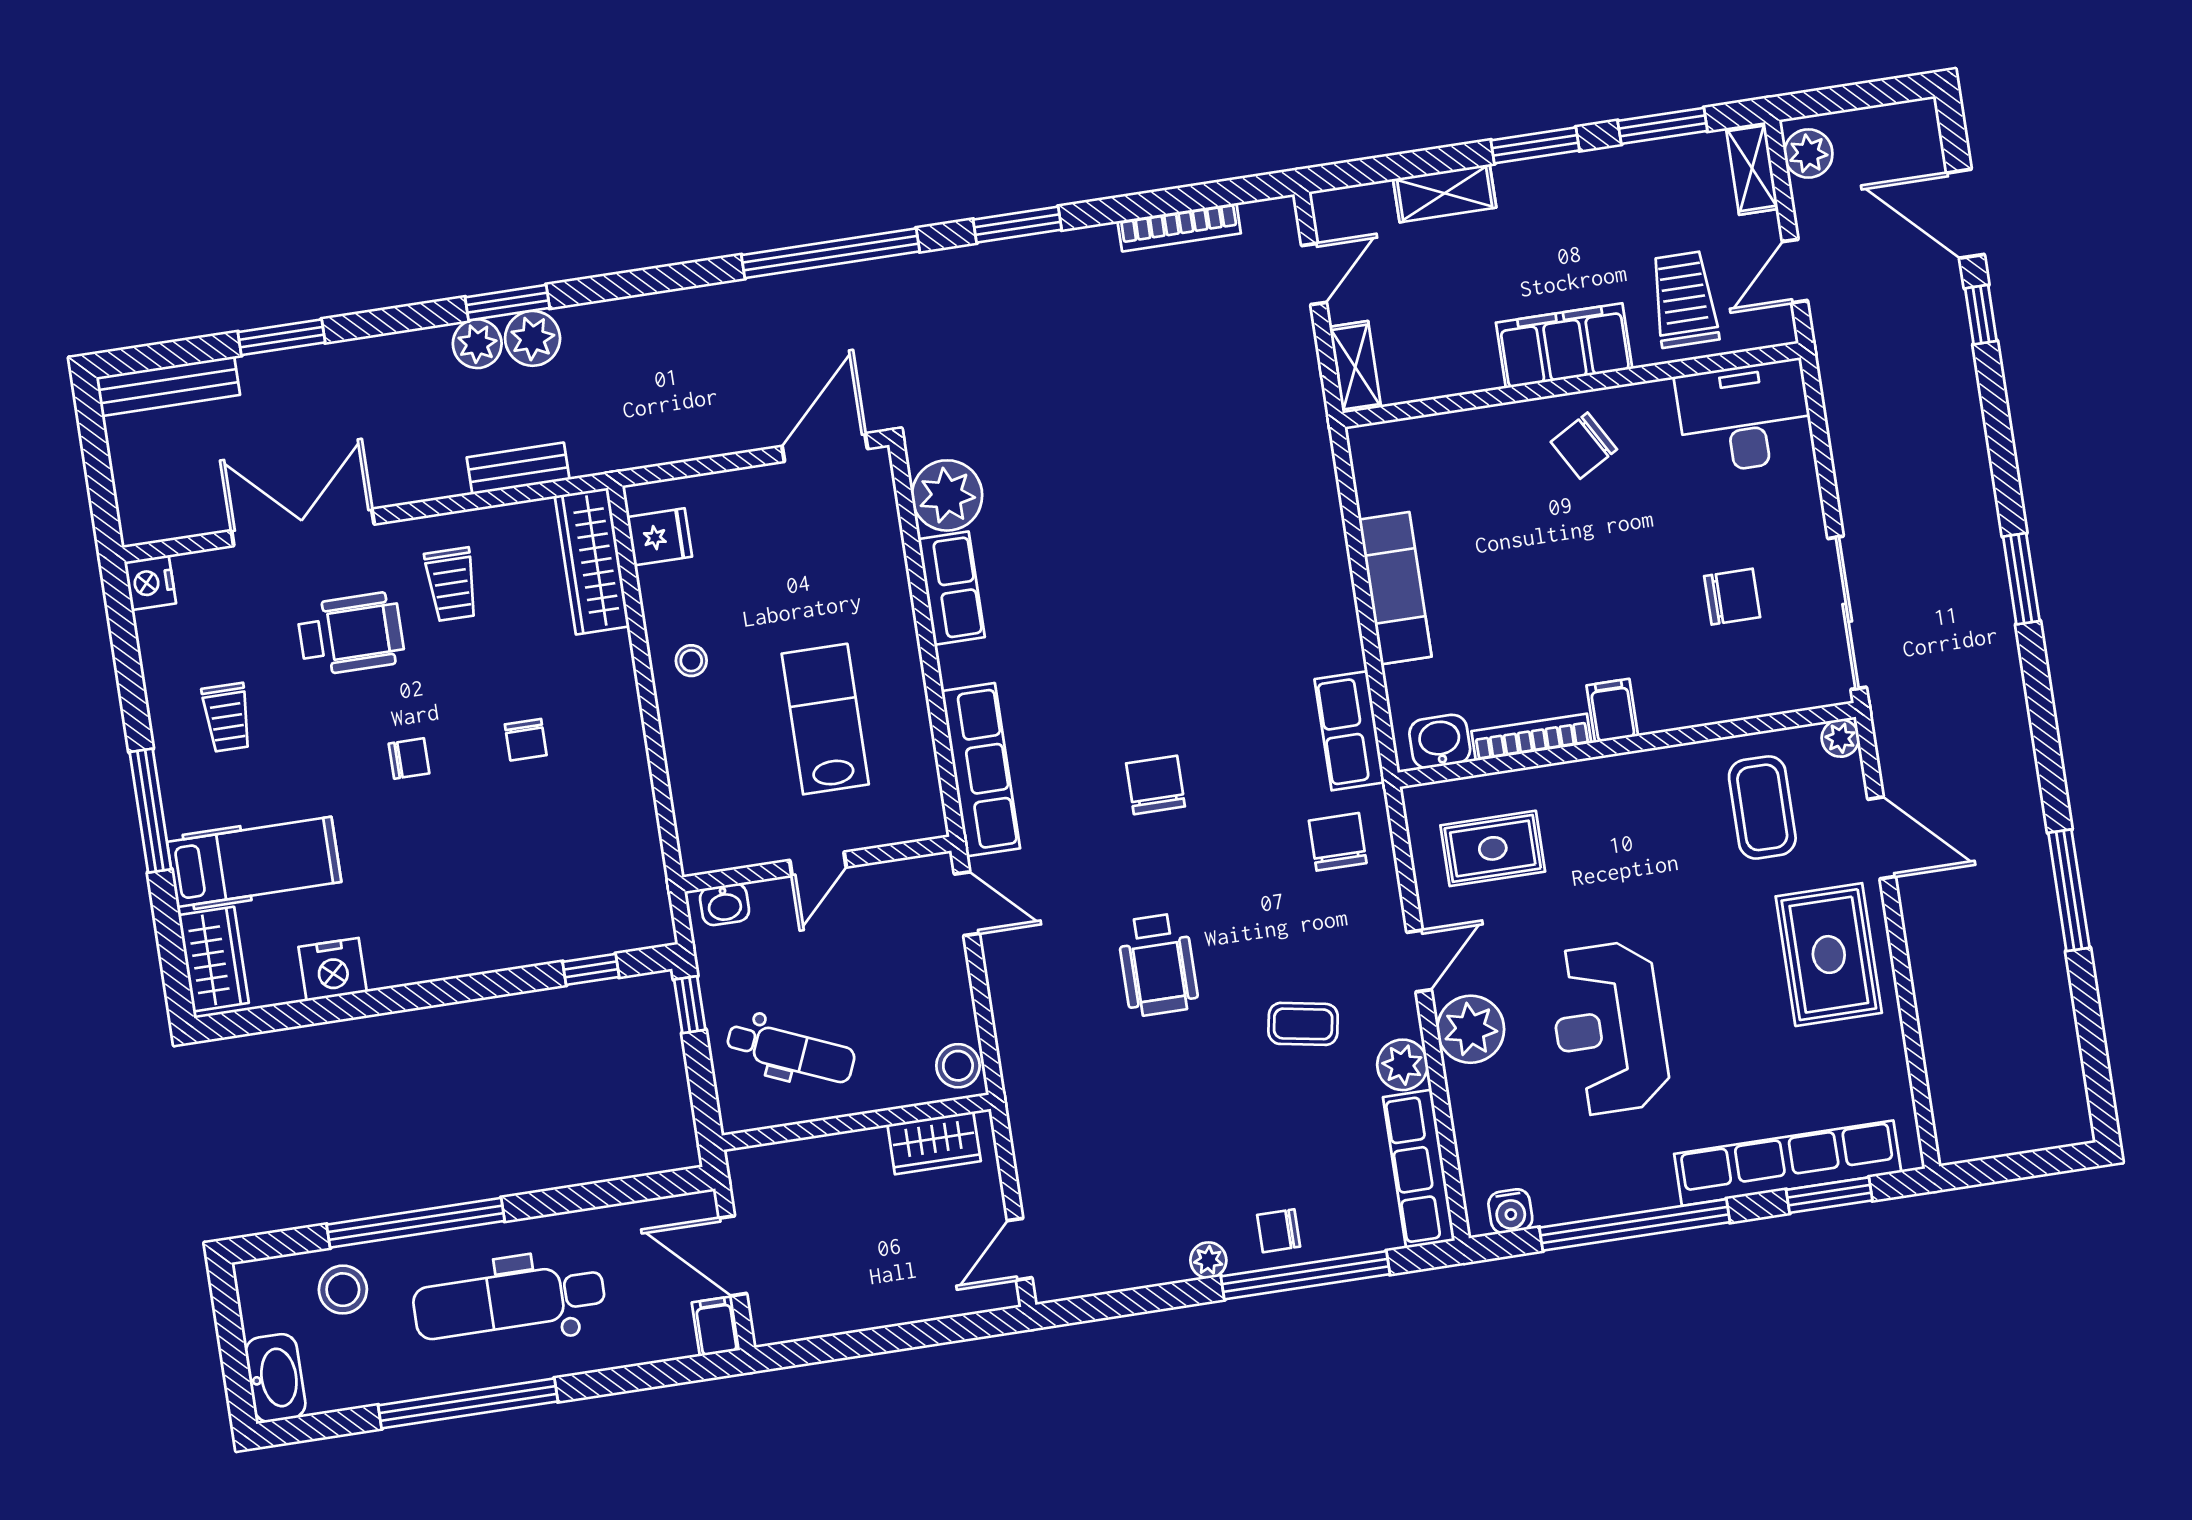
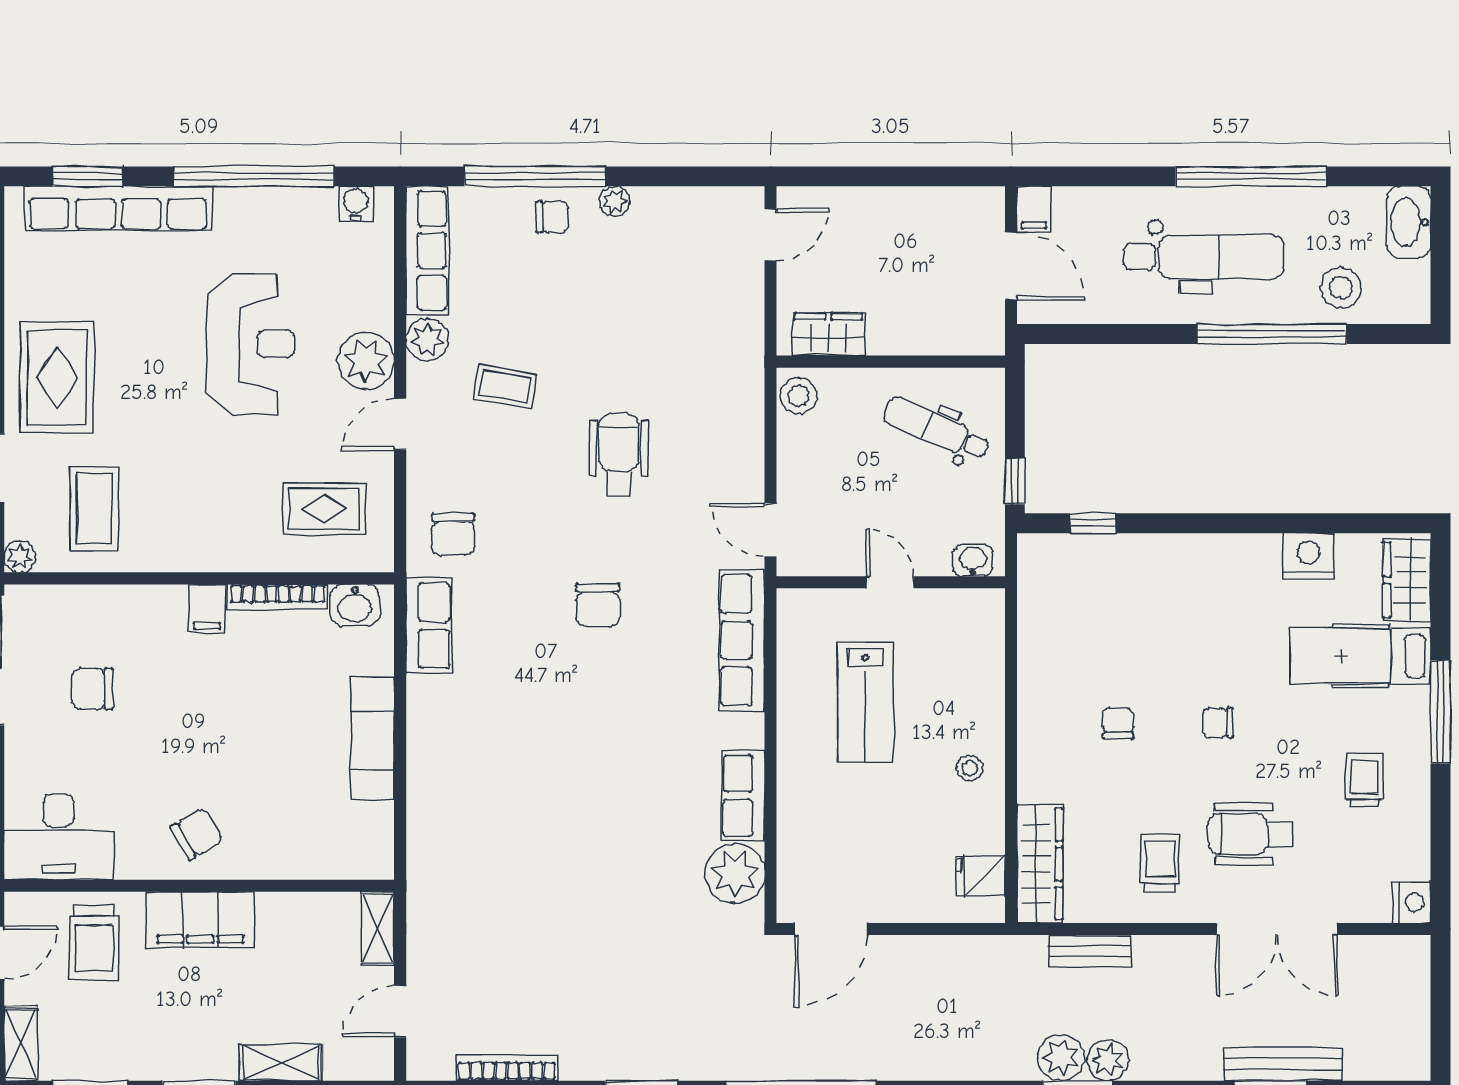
bench: (168, 386) -> (1283, 1064), moved
door: (818, 864) -> (890, 582), hinge flipped

